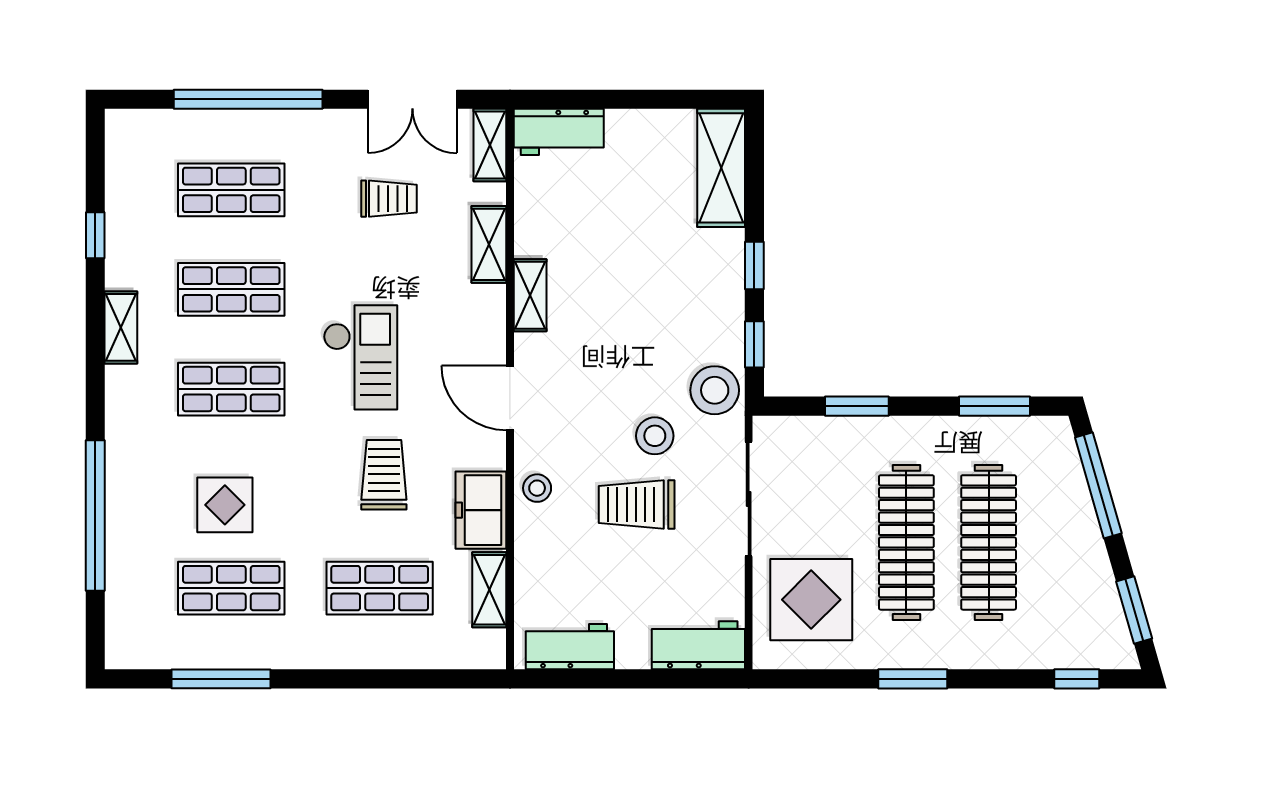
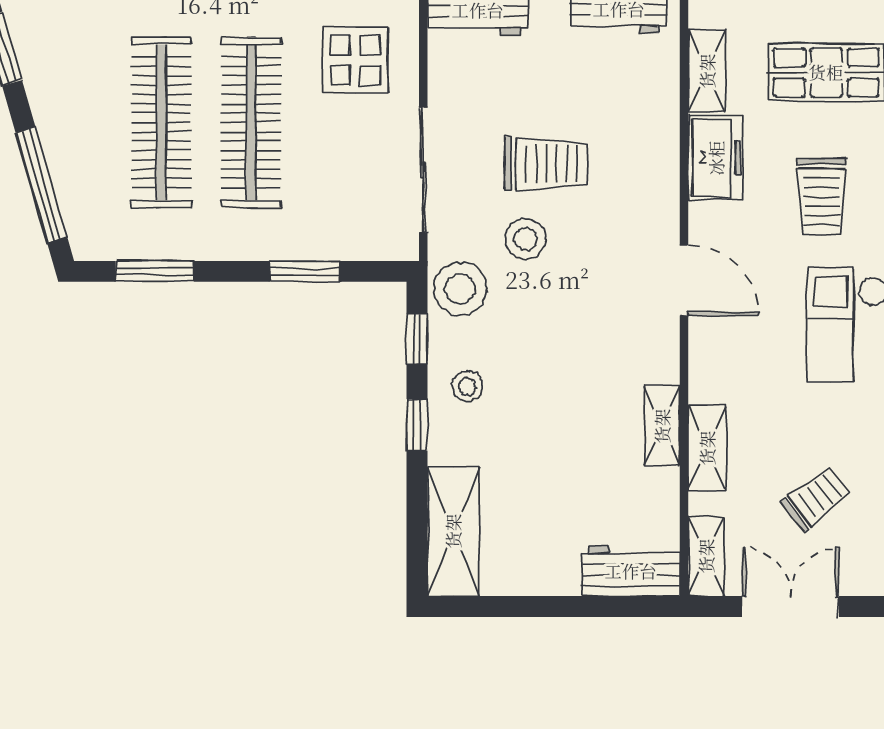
trolley: (389, 199) -> (816, 498), turned 142
shelving: (530, 295) -> (662, 426), moved
stool: (537, 488) -> (467, 386), moved
display table: (811, 600) -> (355, 60), width x0.73, depth x0.73

